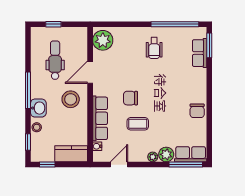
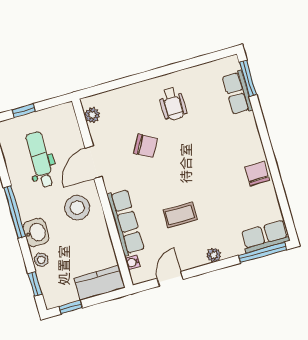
window: (175, 24) -> (192, 63), removed
plant: (103, 40) -> (92, 115), width x0.53, depth x0.53
chair: (131, 98) -> (146, 146), moved, turned -151
chair: (197, 111) -> (257, 174), turned 180
plant: (166, 154) -> (231, 246), removed

